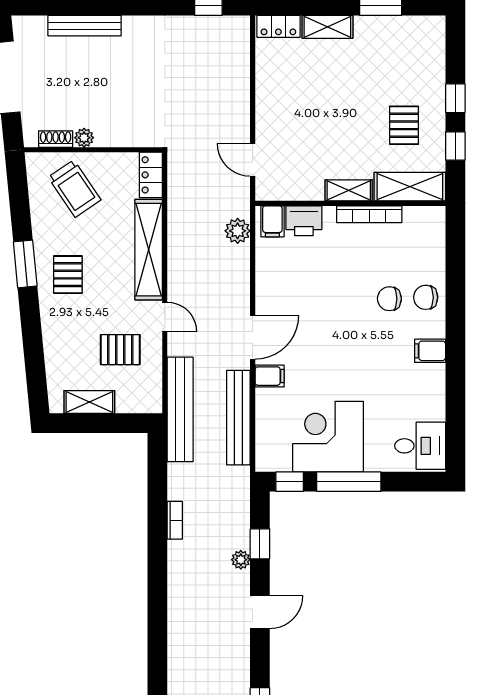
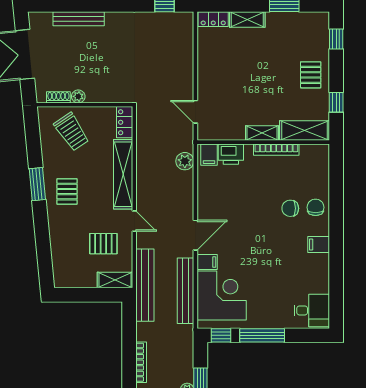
window: (455, 98) -> (336, 39), moved
pallet: (404, 125) -> (311, 75), moved
chair: (426, 297) -> (316, 207), turned 90
shelving: (89, 402) -> (115, 280), moved
corner desk: (328, 437) -> (222, 295), moved, turned 90
bookcase: (175, 520) -> (141, 362), width x1.56

